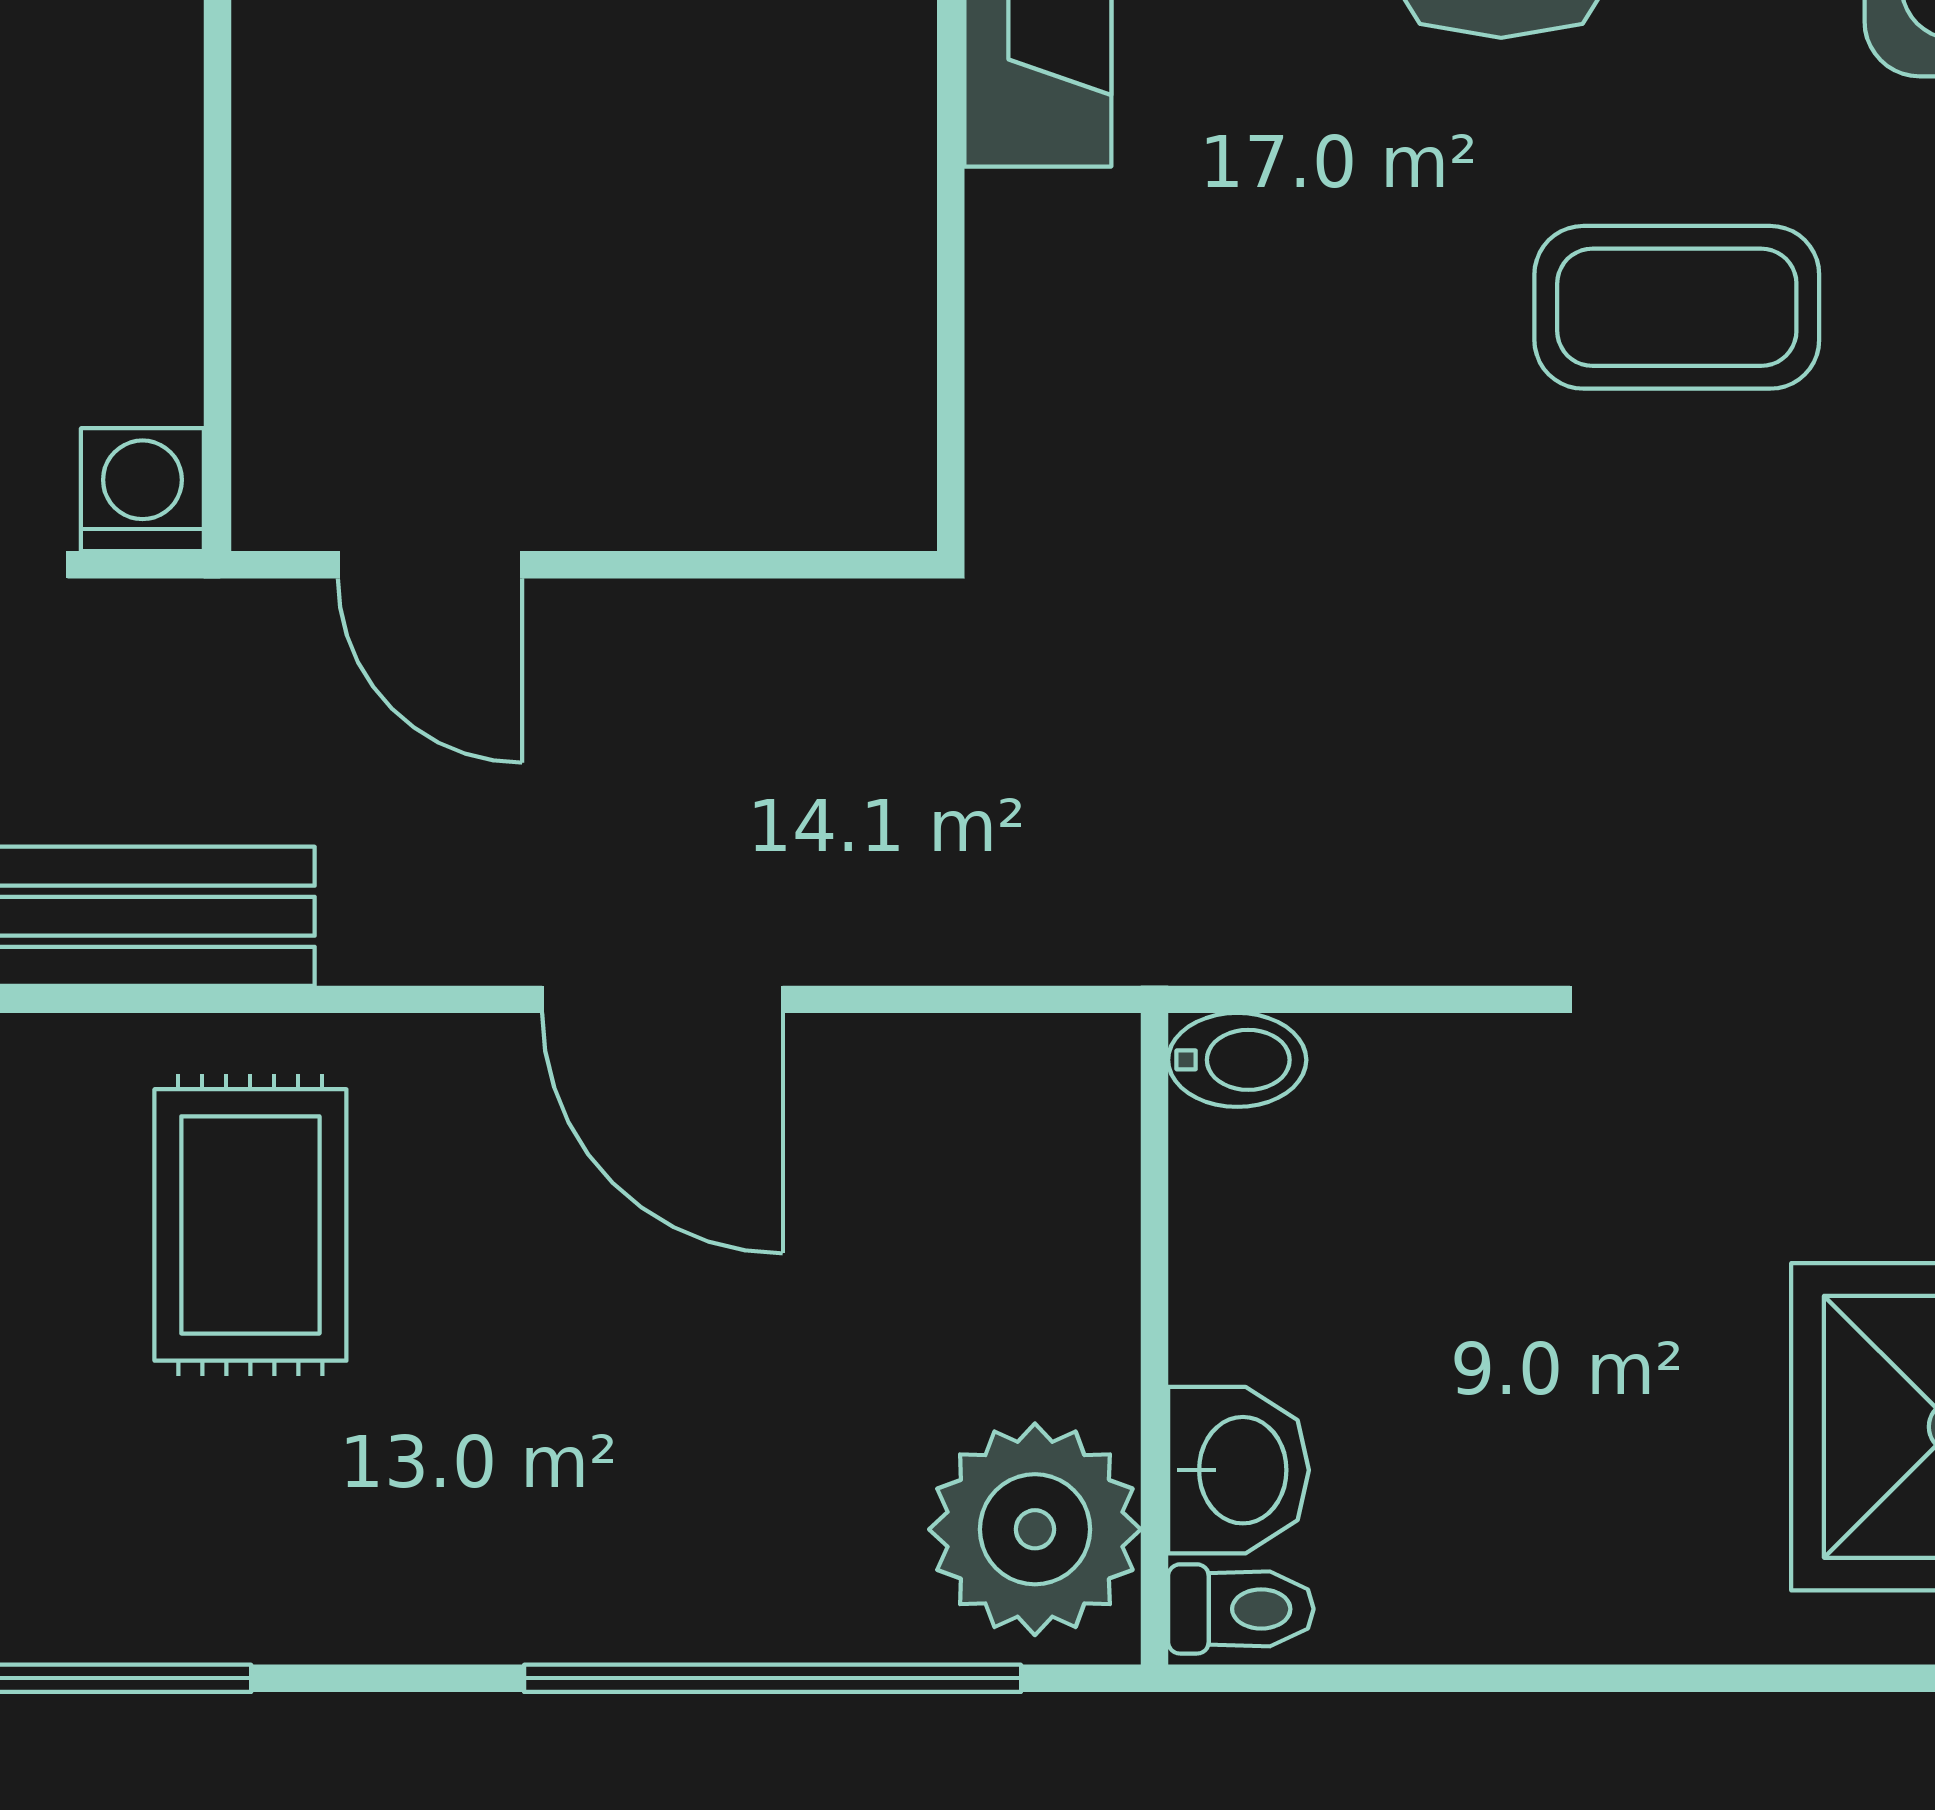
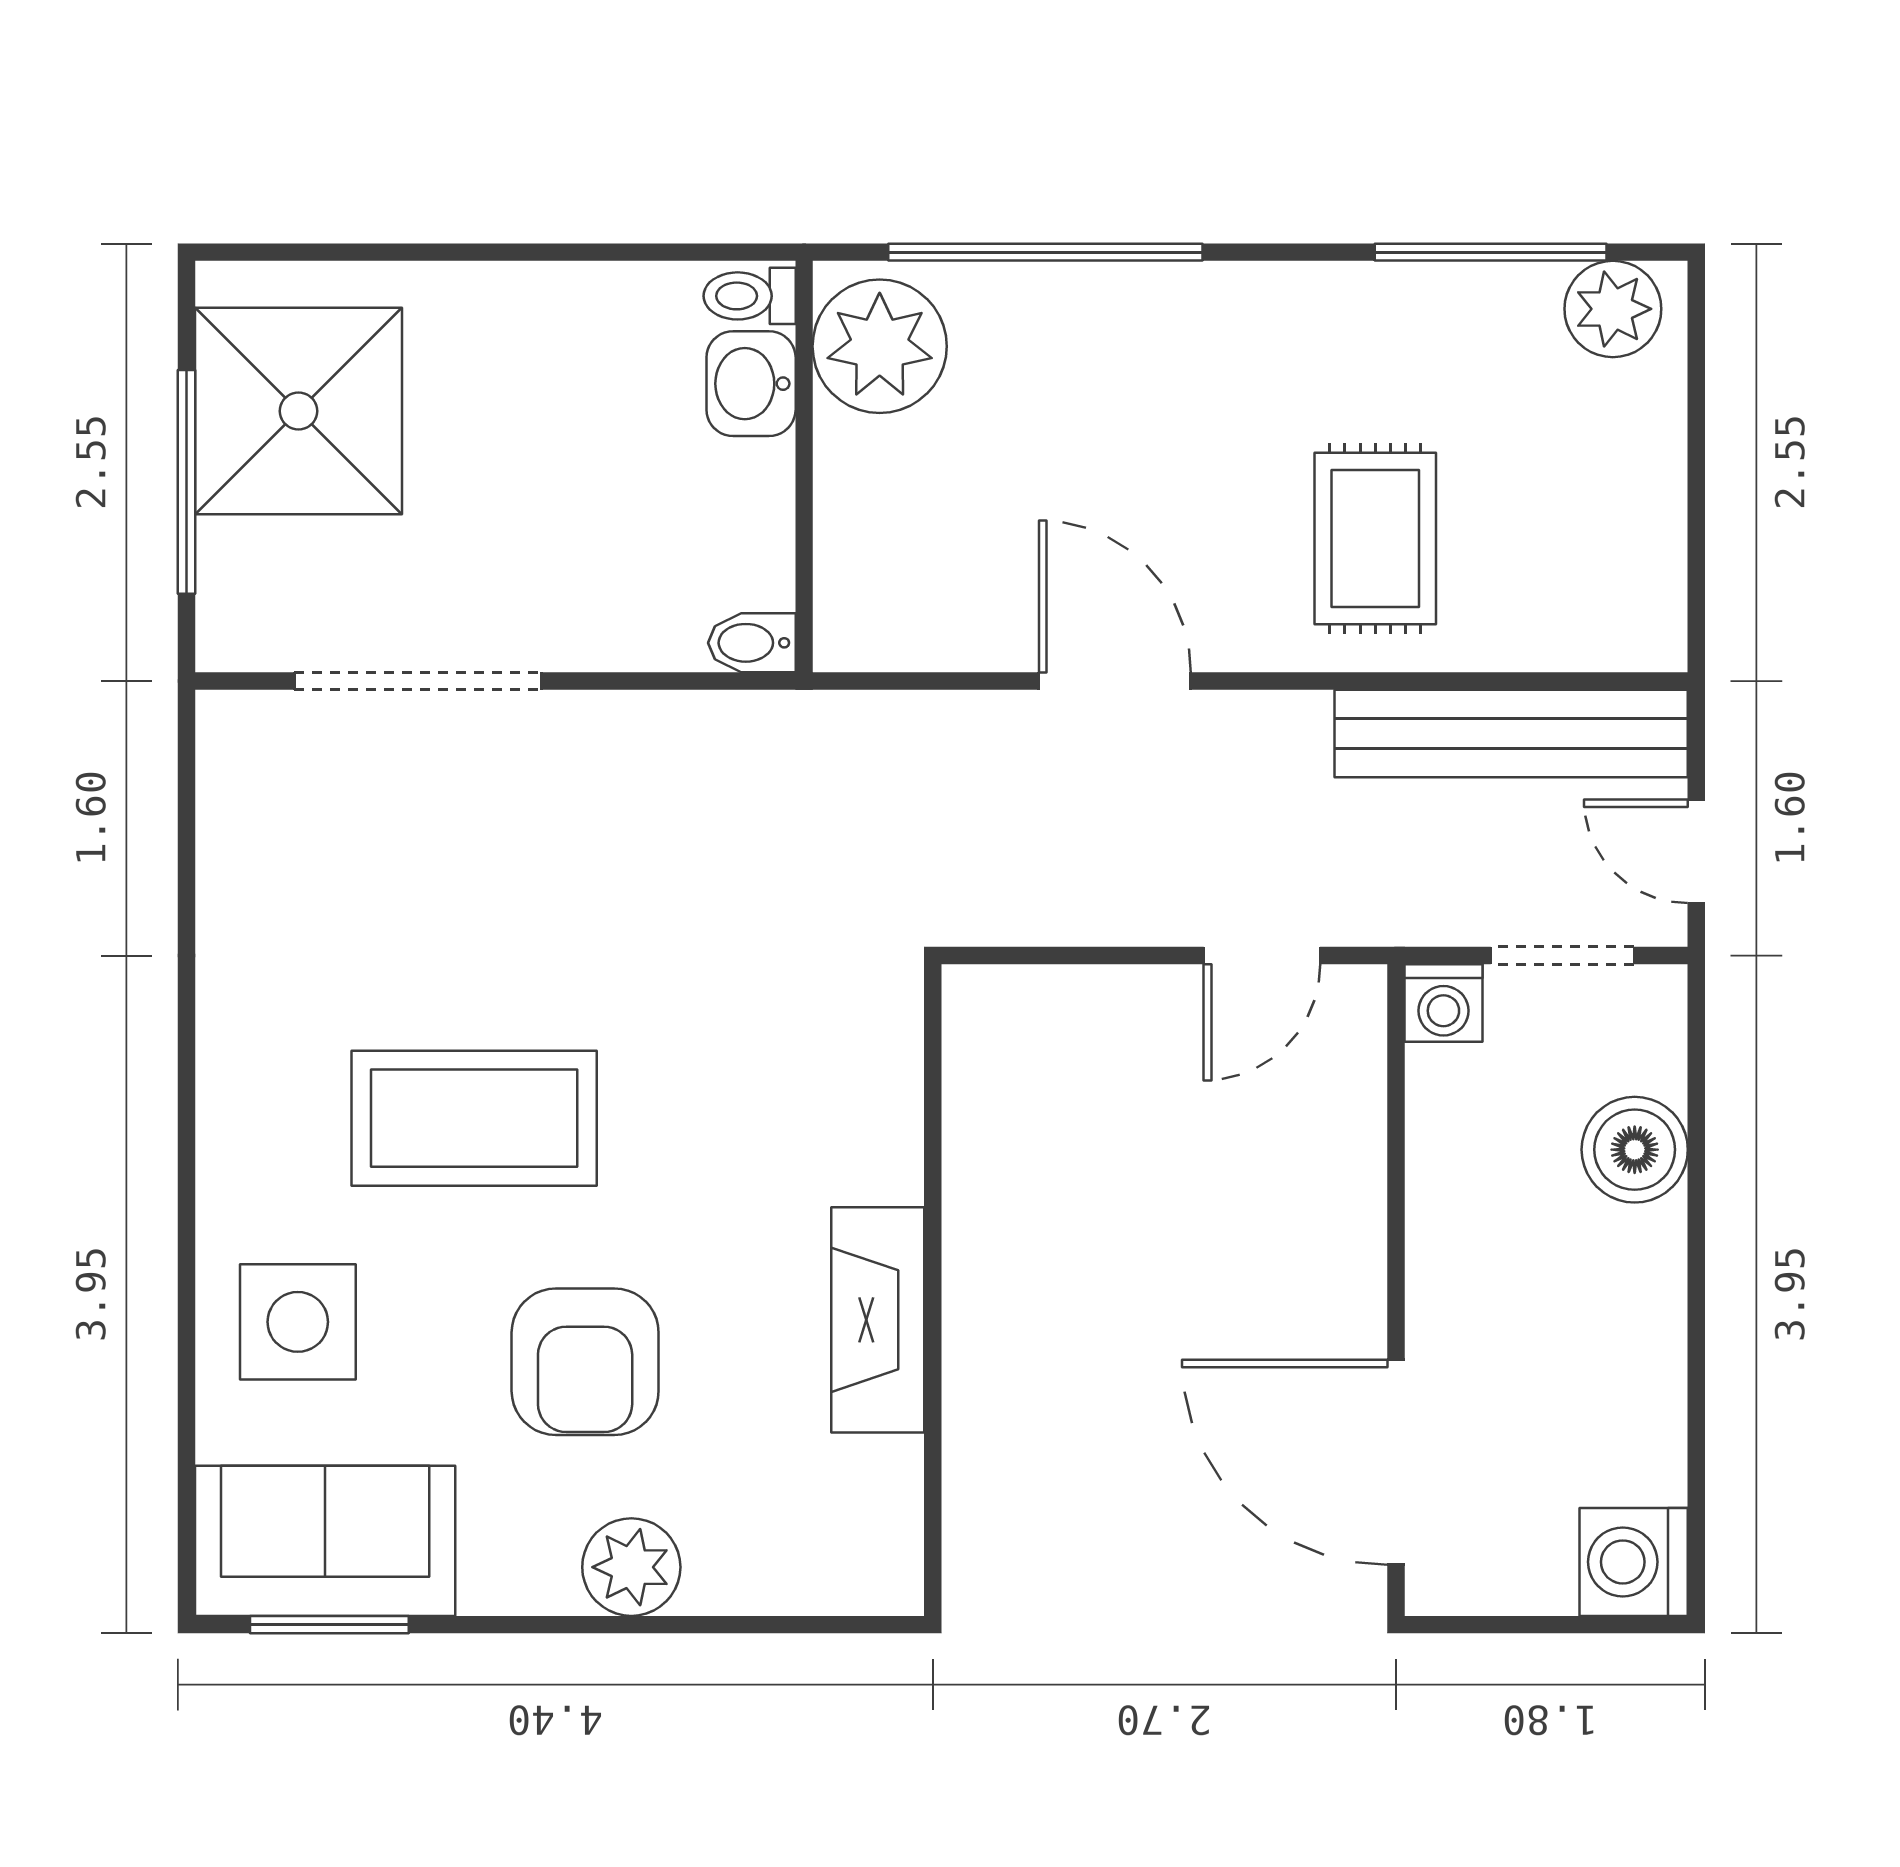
coffee table: (1677, 307) -> (474, 1118), width x1.36, depth x1.32
door: (430, 565) -> (1262, 956), swing flipped

